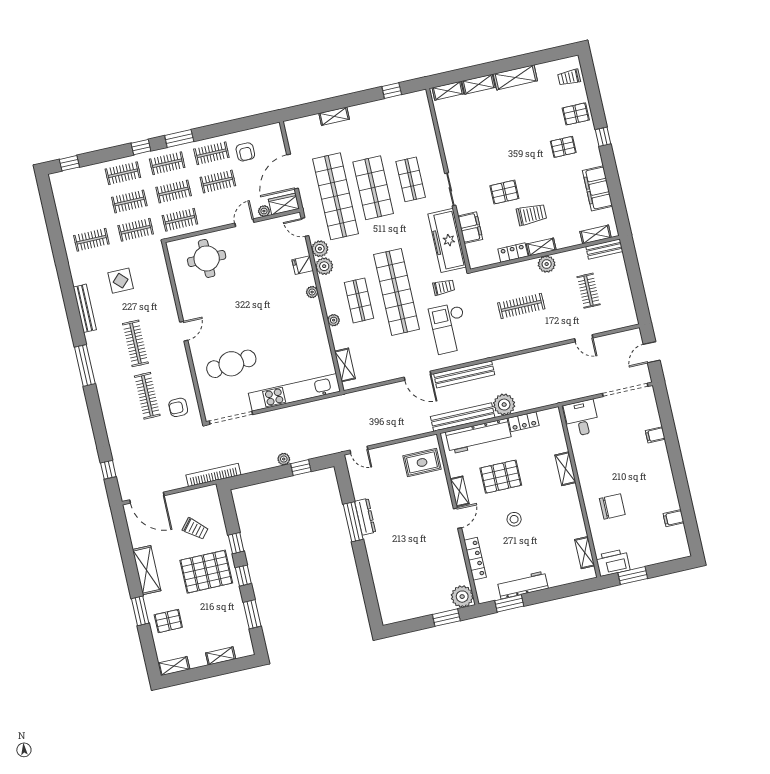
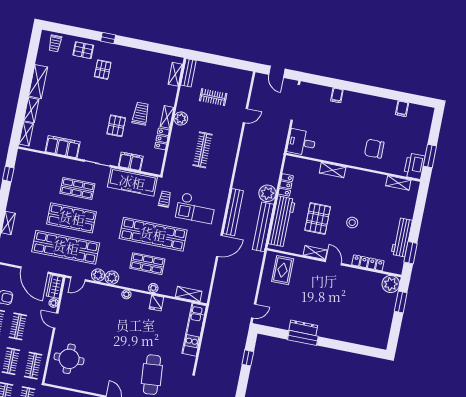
pallet: (576, 114) -> (83, 50), turned 90
filing cabinet: (598, 188) -> (63, 147), moved, turned 180
fridge: (303, 265) -> (156, 303), moved
kitchen unit: (294, 392) -> (194, 330), width x0.73
plant: (284, 459) -> (236, 367), removed
chair: (612, 506) -> (374, 149), turned -90

